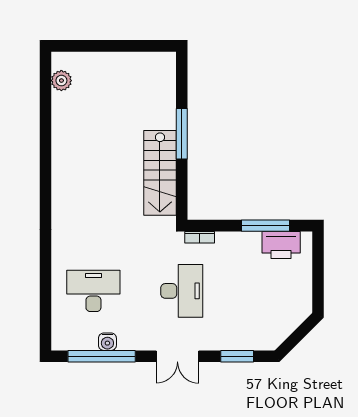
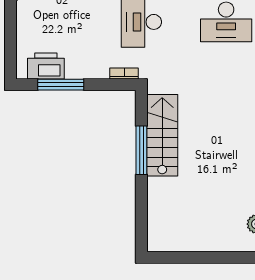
window: (182, 134) -> (141, 150), moved

